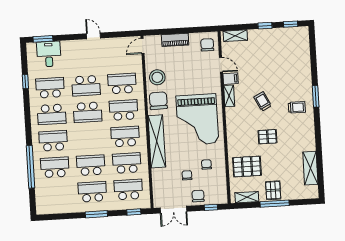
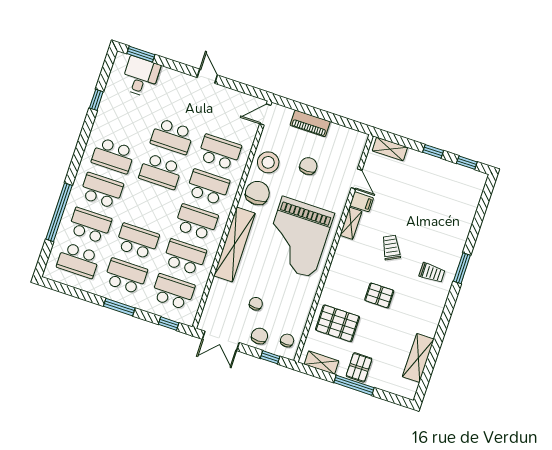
chair: (207, 45) -> (308, 166), moved
school desk: (50, 88) -> (78, 260), moved, turned 180
chair: (206, 164) -> (287, 340), moved

